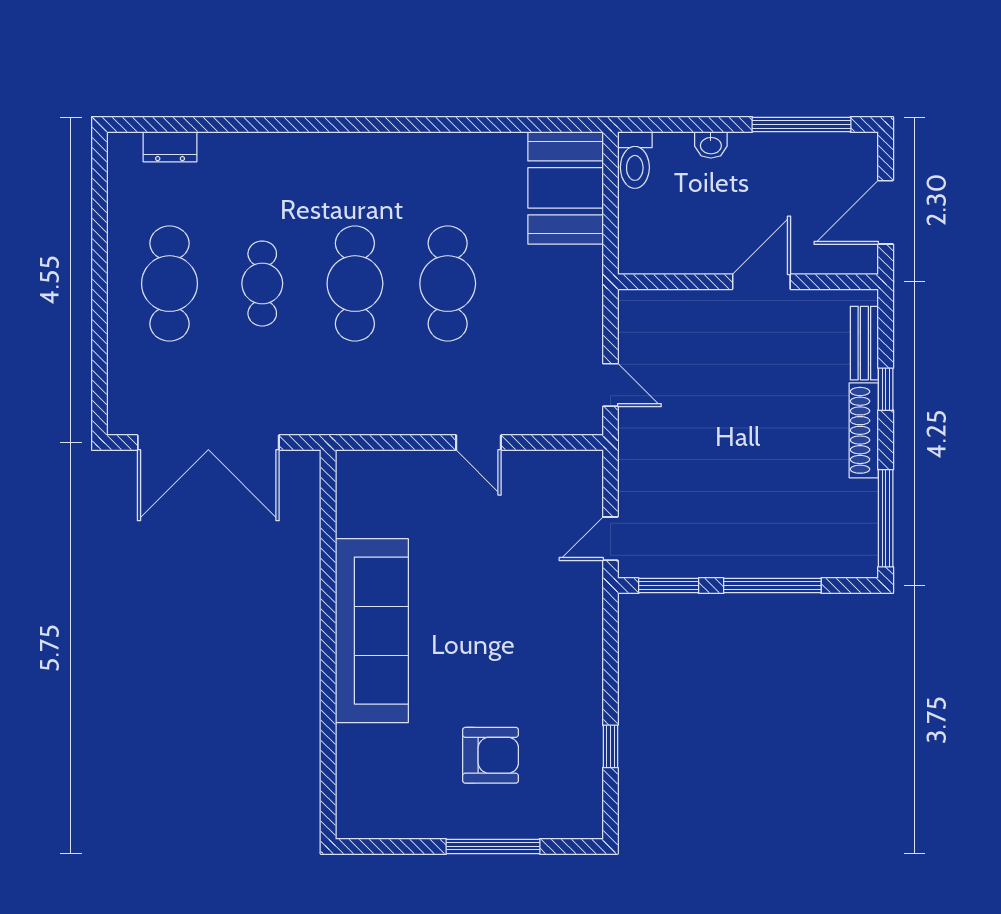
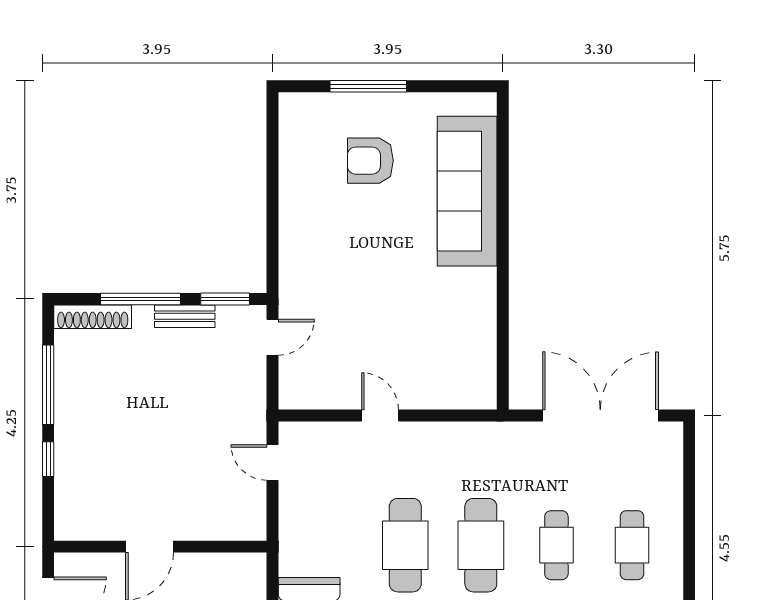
cafe table: (170, 284) -> (632, 545), width x0.73, depth x0.74
bench: (864, 343) -> (185, 316), moved, turned 90
shoe rack: (864, 430) -> (93, 317), moved, turned 90
window: (886, 518) -> (48, 385), moved
sofa: (372, 631) -> (467, 191), moved
window: (610, 746) -> (273, 168), removed

